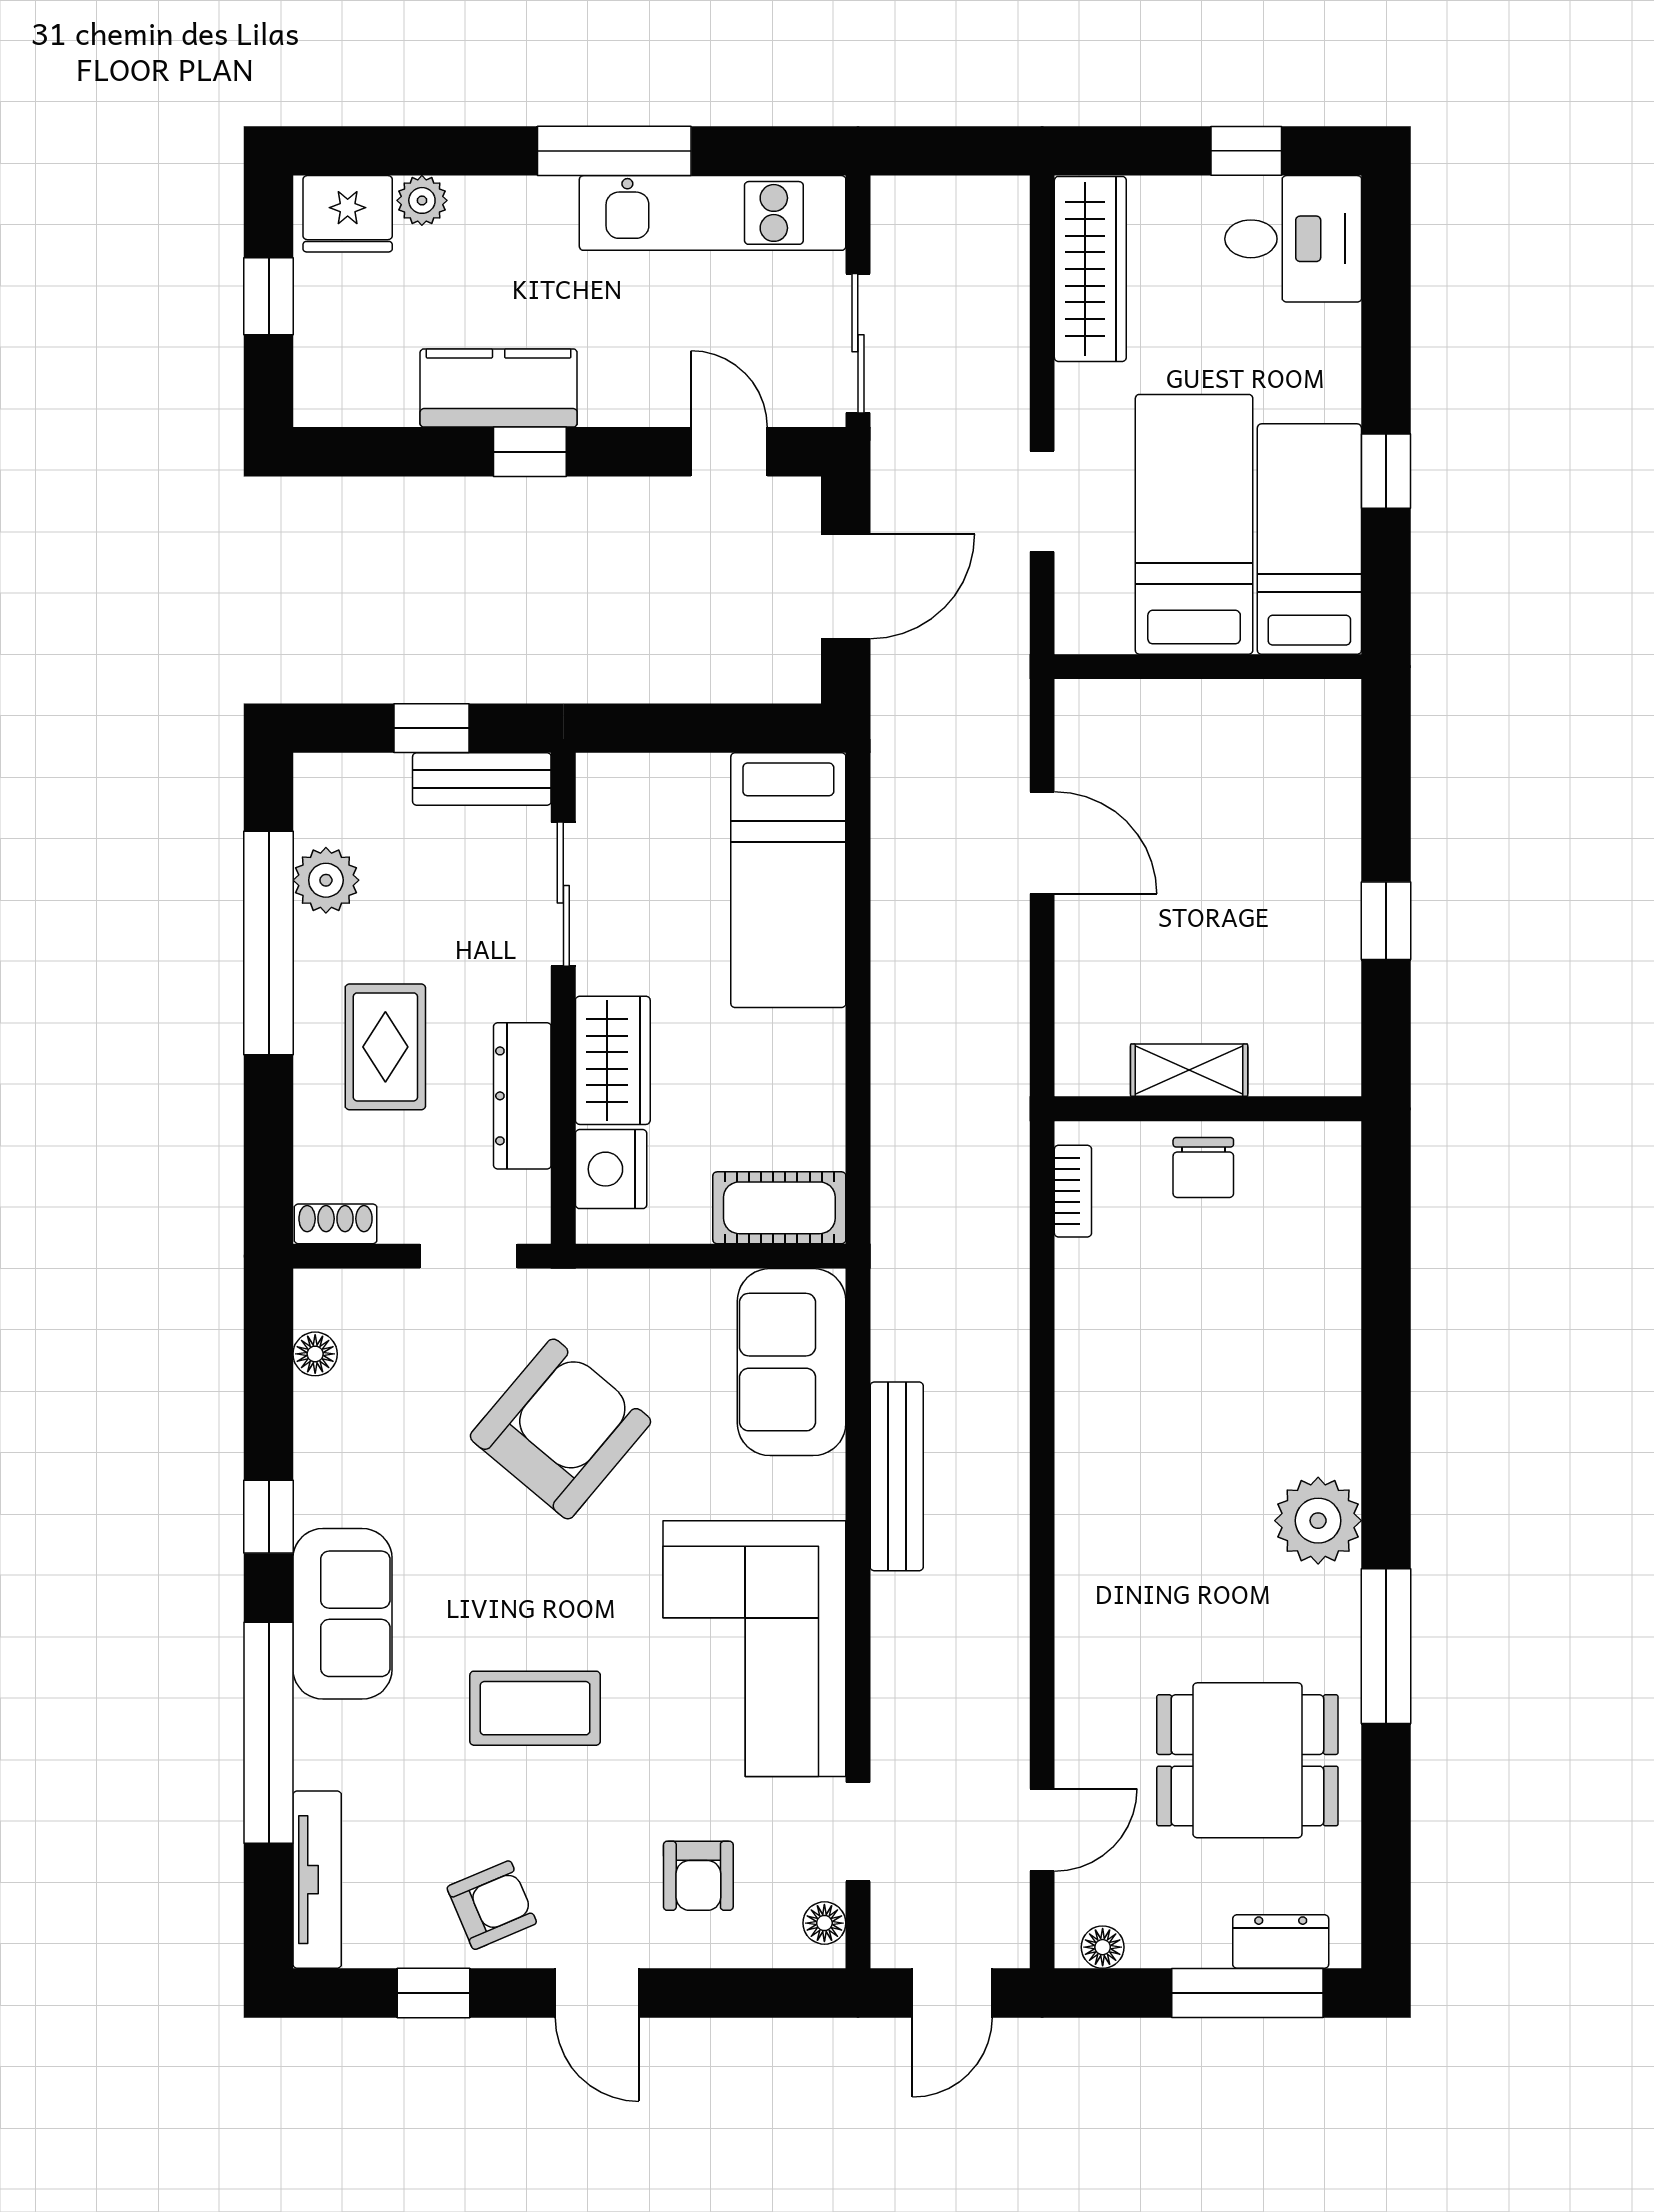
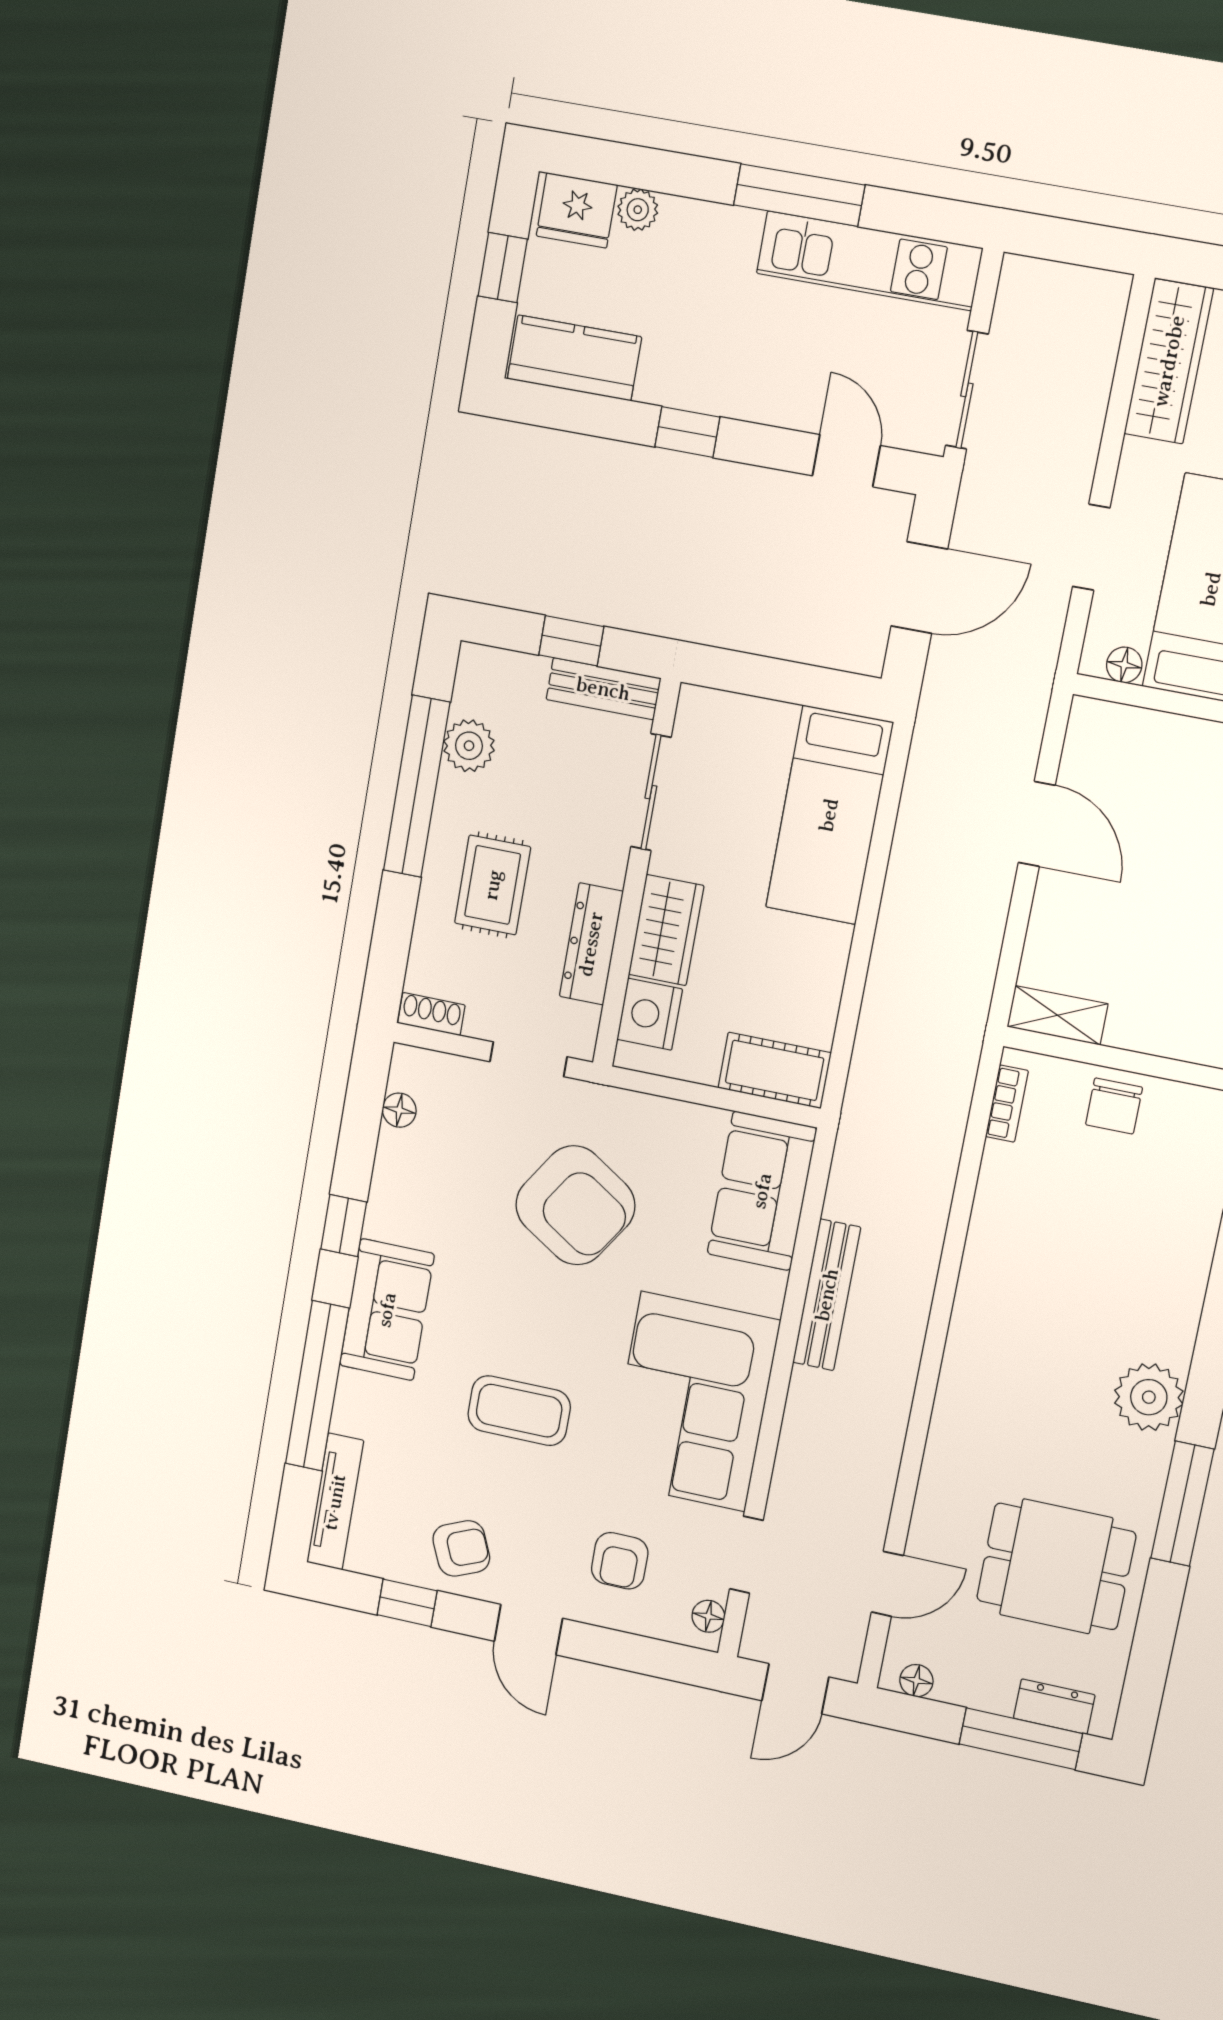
kitchen counter: (499, 388) -> (574, 358), moved
floor lamp: (1109, 633) -> (1124, 665), added
shelving: (1189, 1070) -> (1058, 1015), moved
armchair: (560, 1429) -> (575, 1205), turned 83

